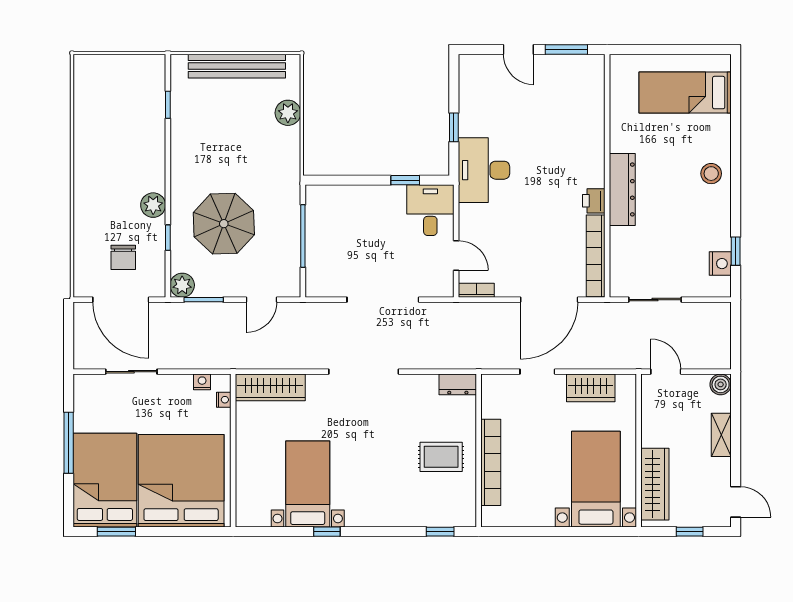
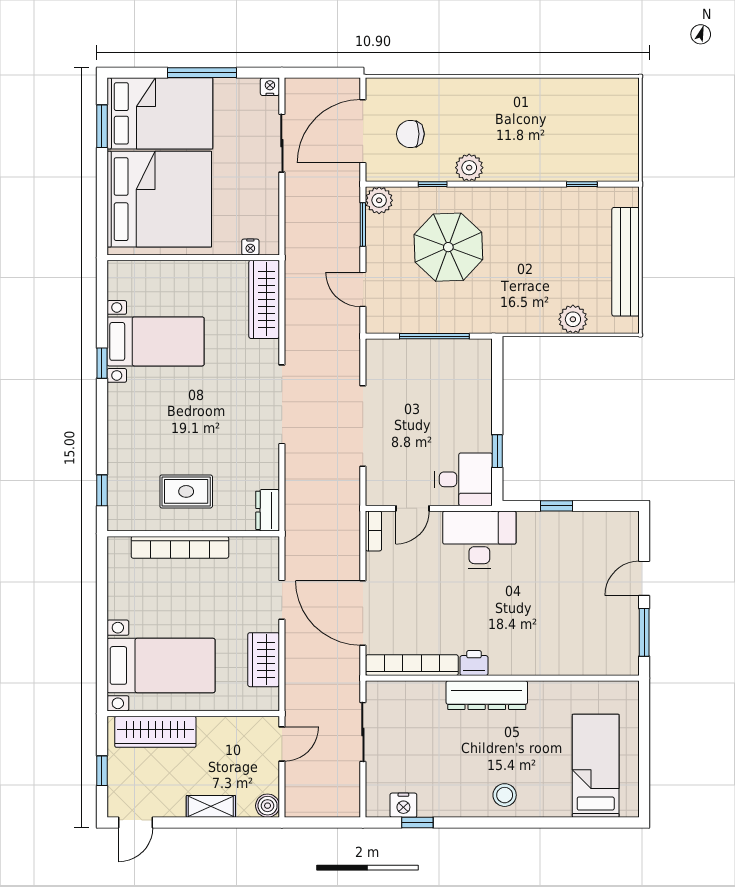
desk: (484, 170) -> (479, 540), moved
nightstand: (202, 382) -> (270, 87), moved, turned -90
rug: (441, 457) -> (186, 491), turned 90

